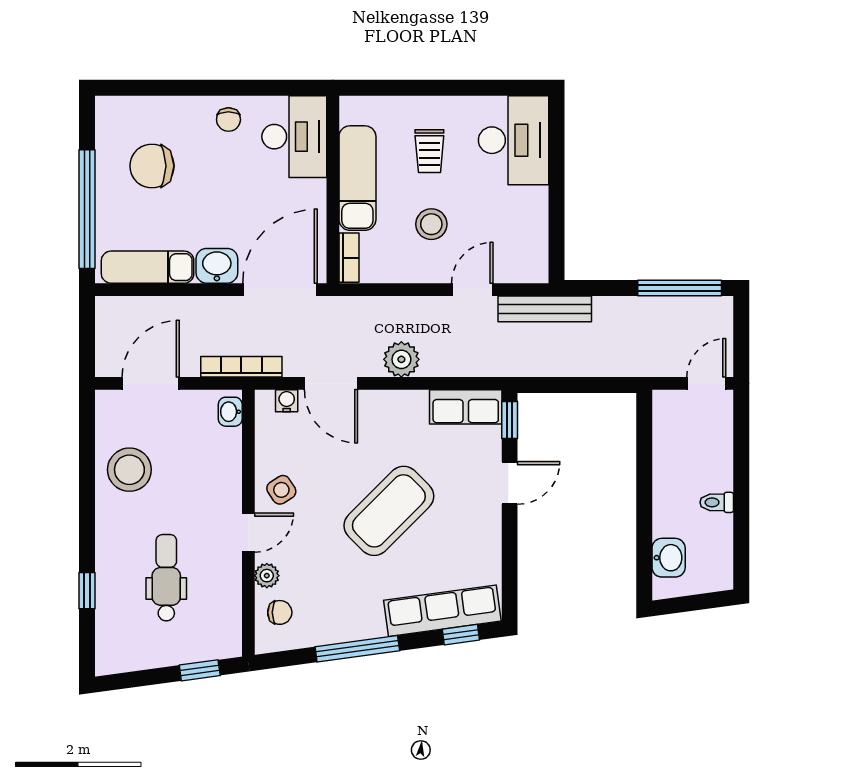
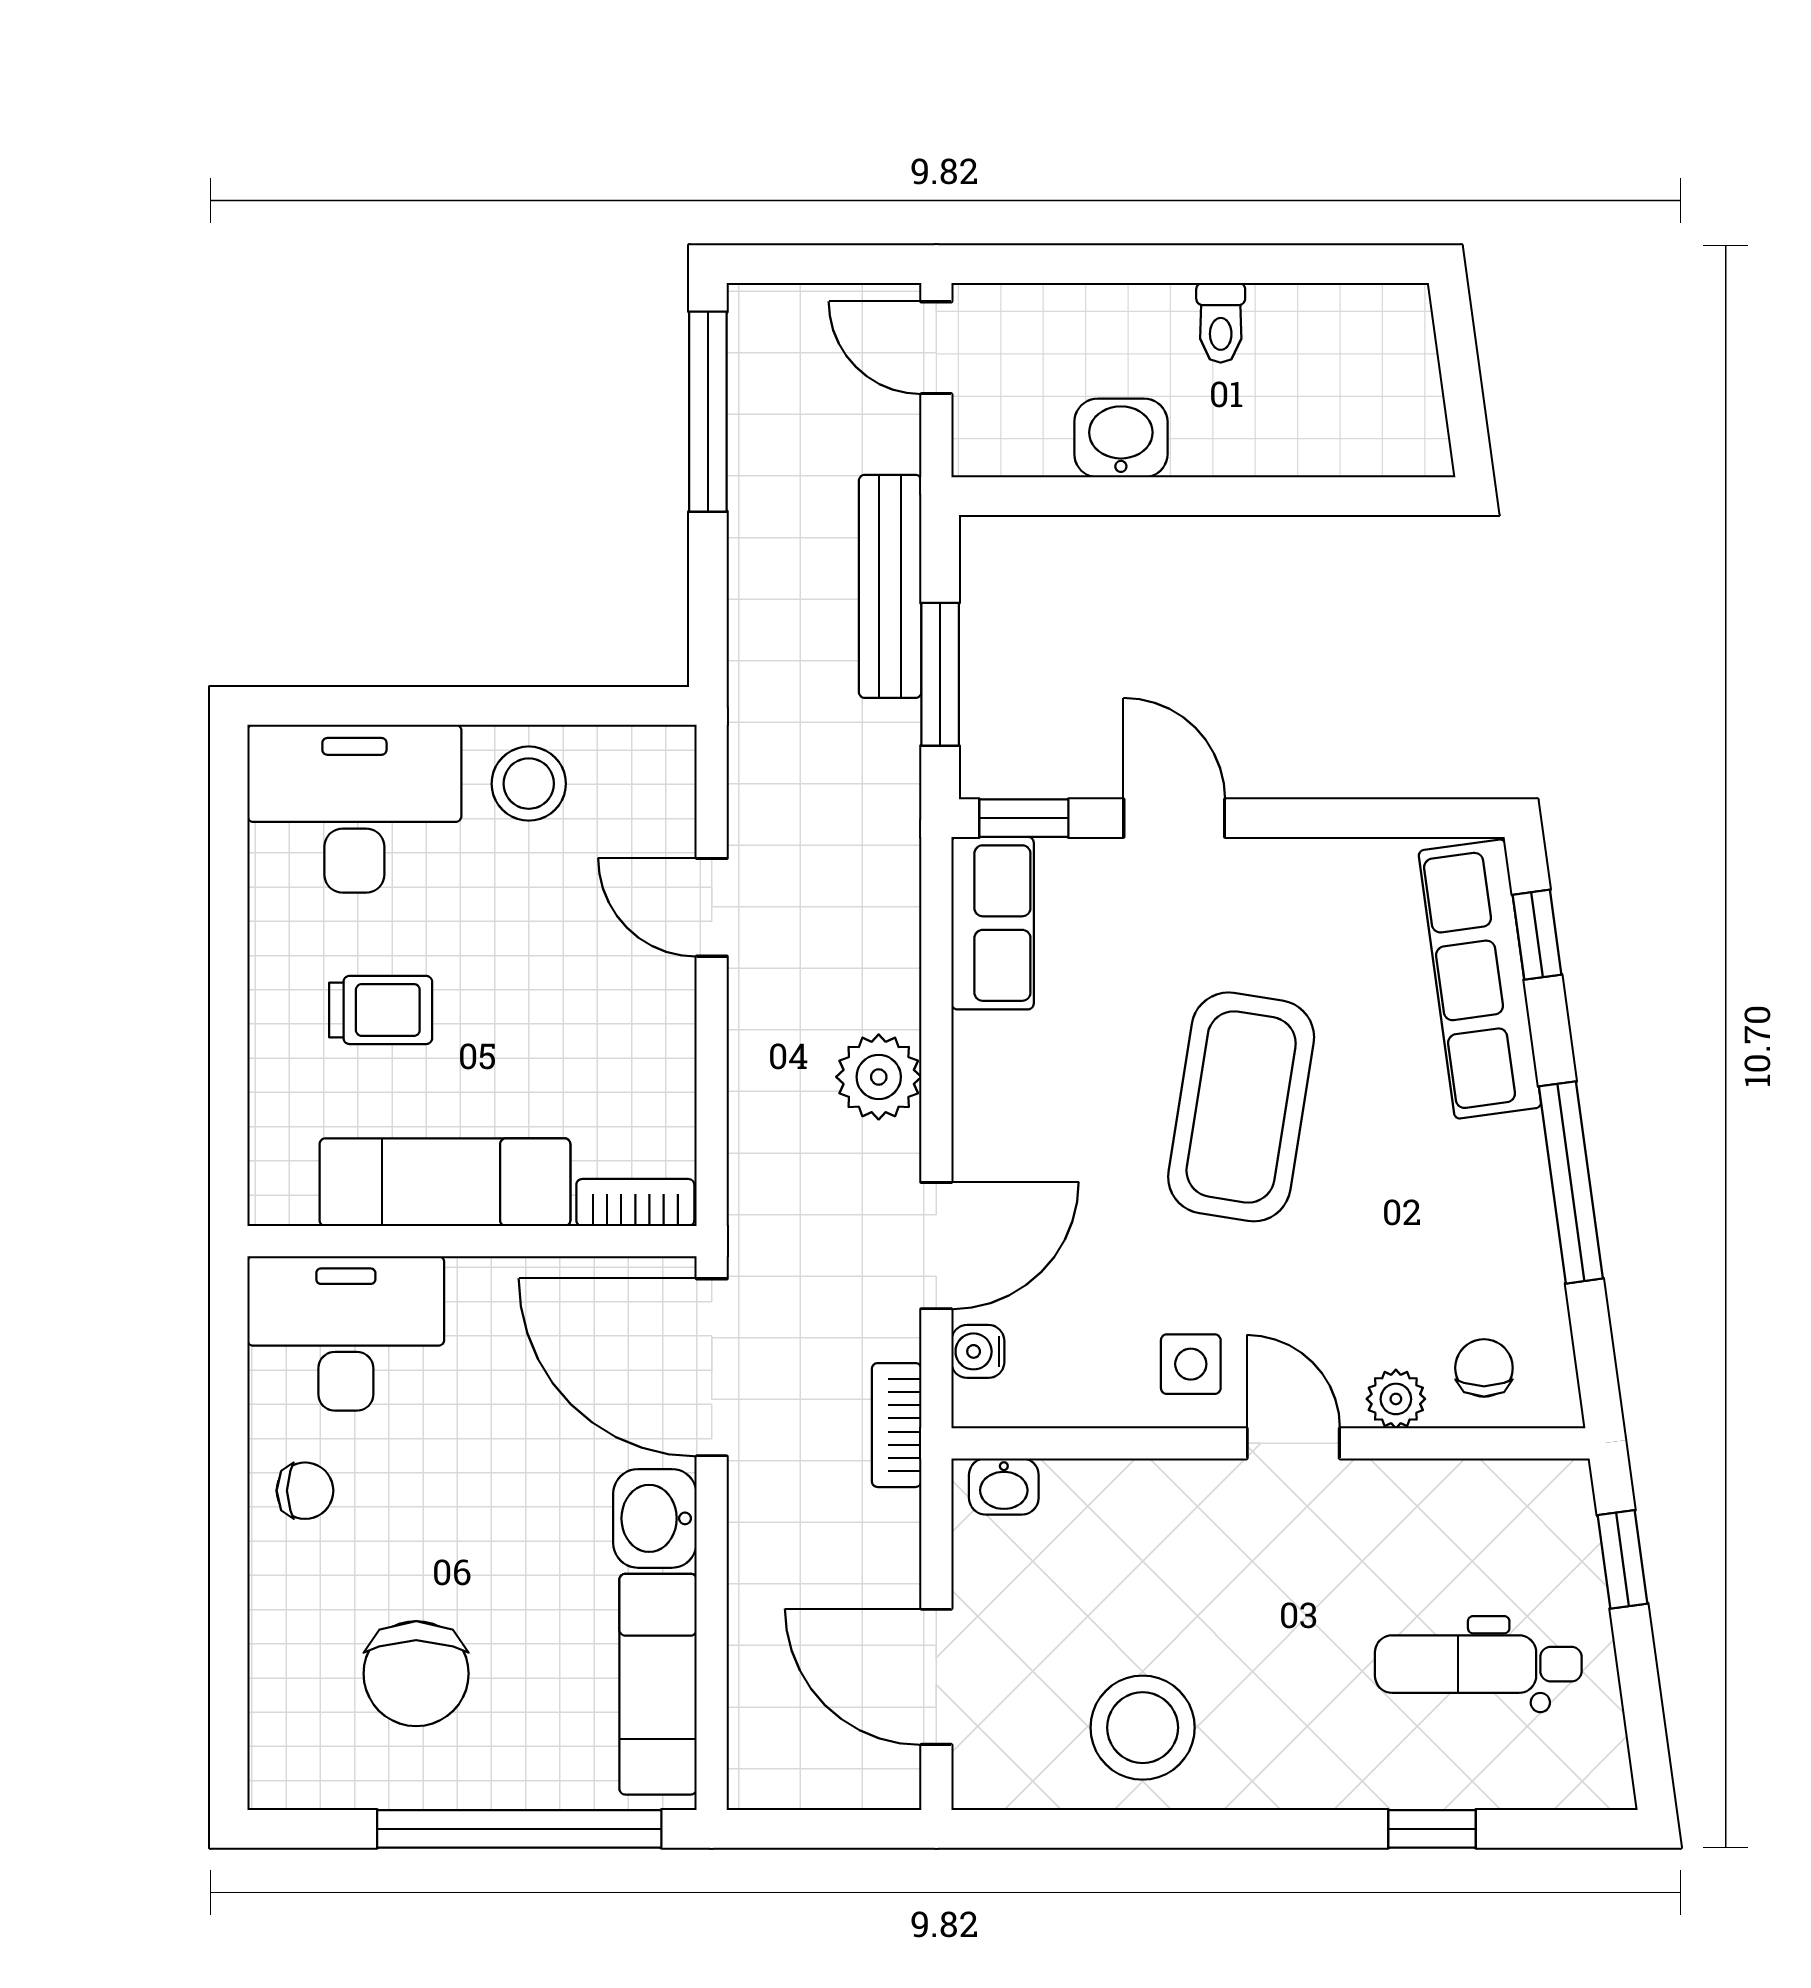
stool: (431, 224) -> (529, 784), moved
bench: (545, 309) -> (890, 586), moved
bookcase: (241, 367) -> (897, 1425), width x0.64
window: (570, 385) -> (940, 674), added
side table: (281, 490) -> (1191, 1364), turned 33
coffee table: (389, 511) -> (1241, 1107), turned 54
washbasin: (669, 558) -> (1121, 438), moved
dental chair: (166, 578) -> (1478, 1664), moved

